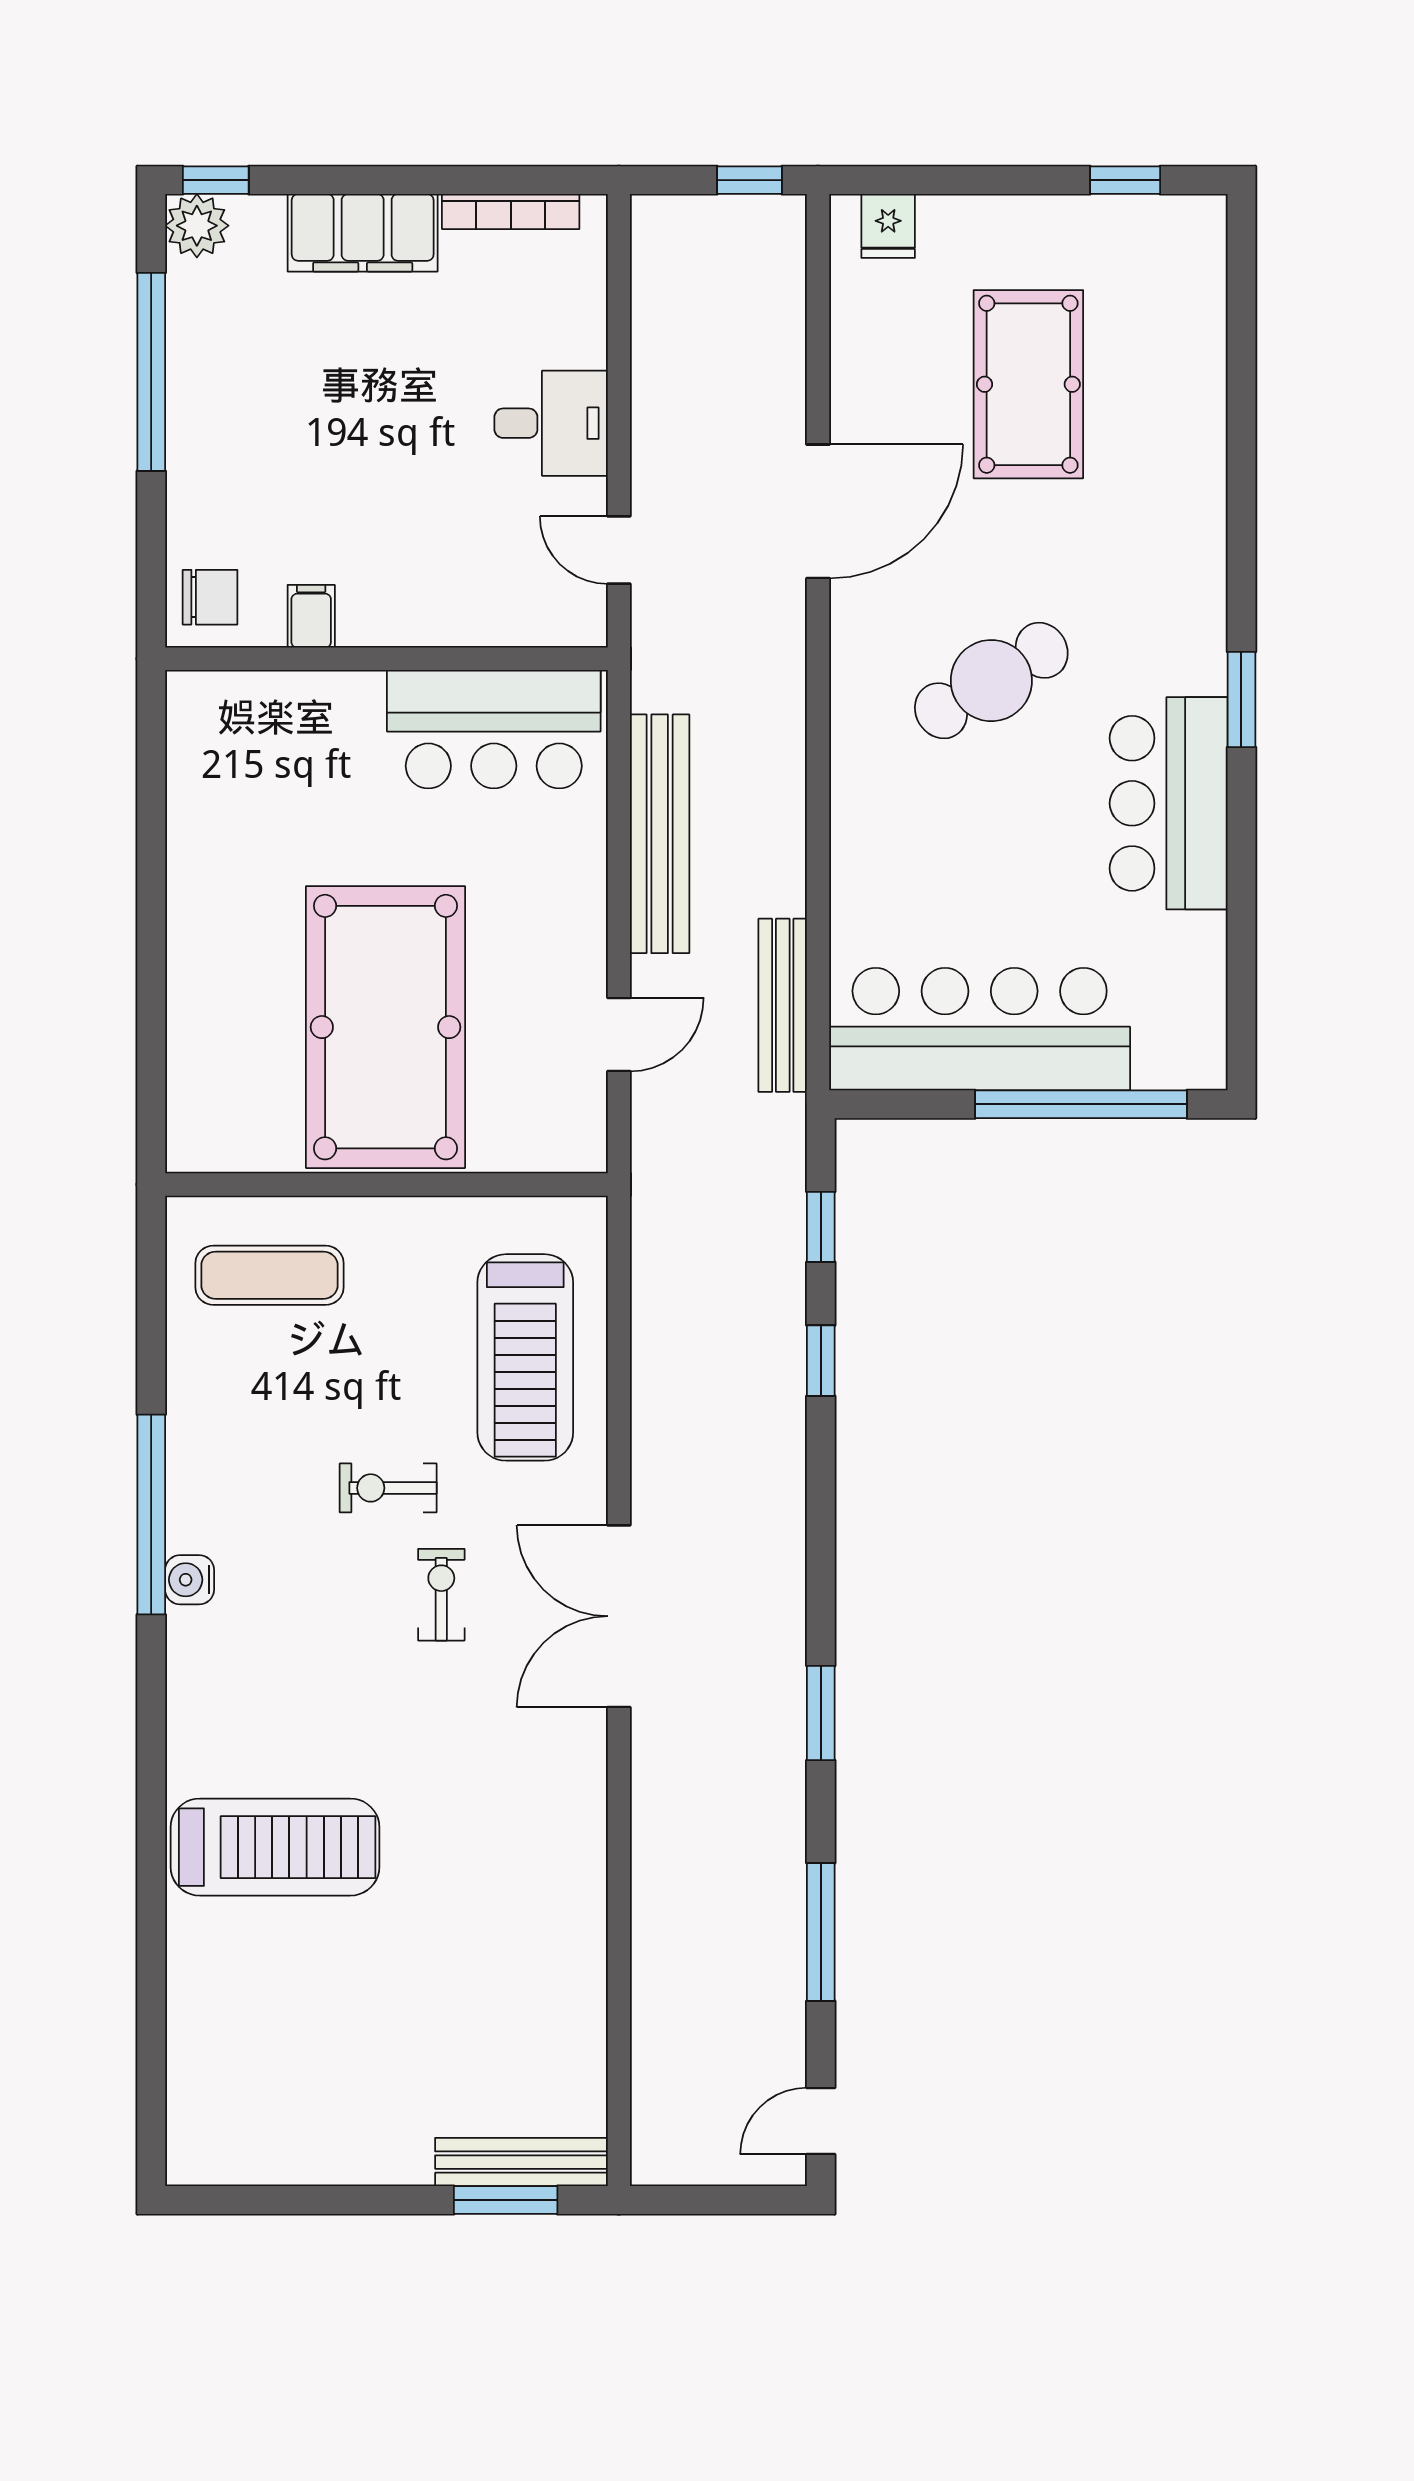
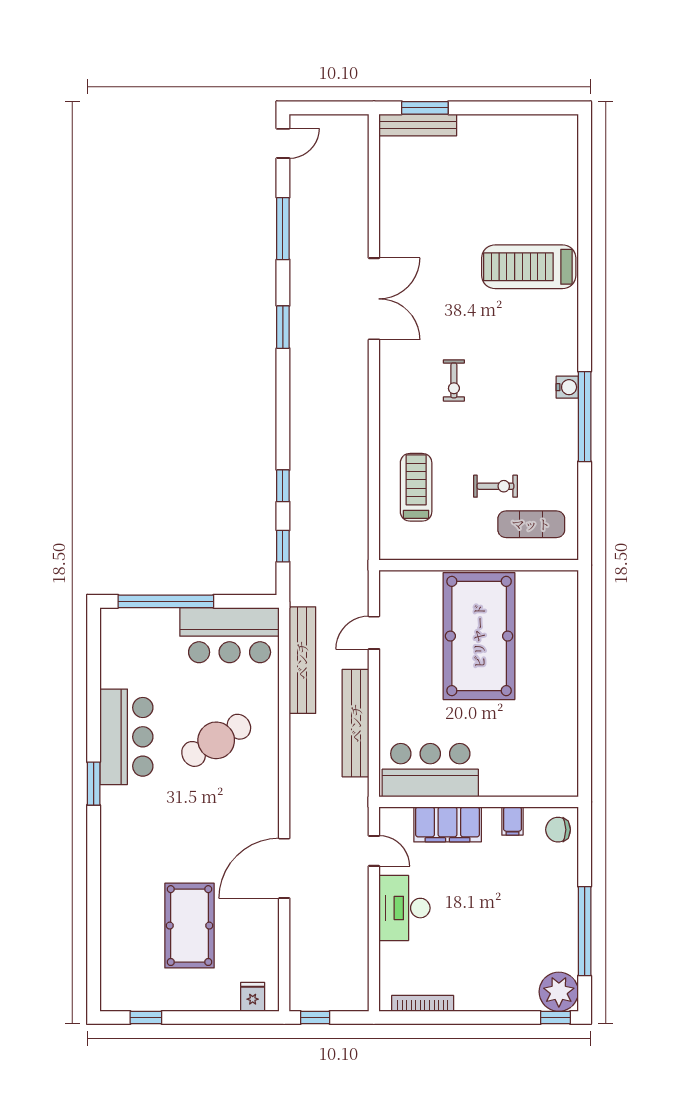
plant: (197, 226) -> (559, 992), width x1.36, depth x1.36
filing cabinet: (363, 233) -> (448, 824), moved, turned 180
desk: (551, 423) -> (404, 908), width x1.37
cafe table: (991, 681) -> (216, 740), moved
bench: (783, 1005) -> (302, 660), width x1.37, depth x1.21
bar counter: (980, 1029) -> (230, 635), width x0.73
treadmill: (525, 1357) -> (416, 487), width x0.73, depth x0.73
exercise bike: (388, 1488) -> (496, 486), moved
double door: (619, 1616) -> (374, 299), moved

